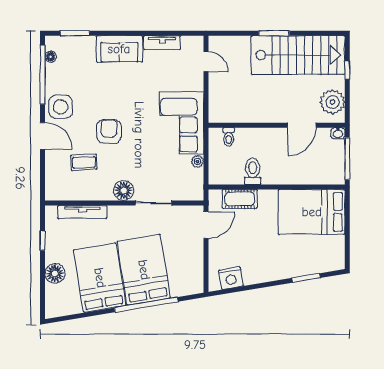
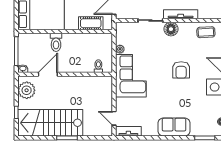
tv unit: (162, 43) -> (128, 131), moved
coffee table: (84, 162) -> (206, 32), moved
toilet: (253, 171) -> (56, 42), moved
tv unit: (82, 212) -> (181, 14), moved

